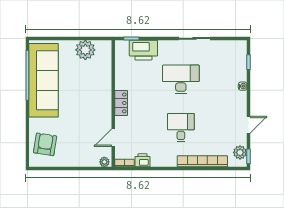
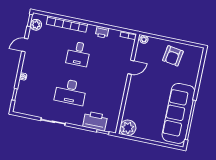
plant: (85, 50) -> (128, 128), moved
locker: (121, 103) -> (121, 83), removed
door: (113, 138) -> (131, 67), moved
armchair: (45, 144) -> (173, 56), moved
printer: (142, 160) -> (102, 32), moved

